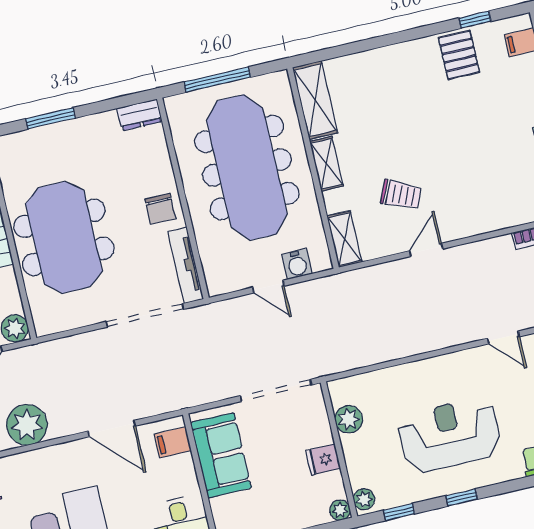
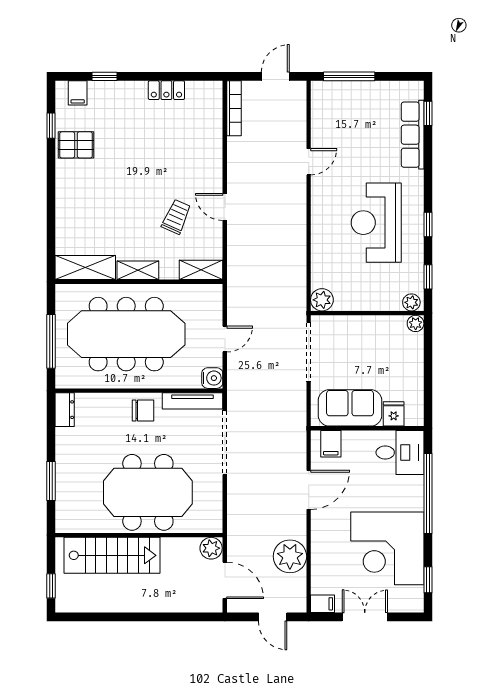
water cooler: (297, 264) -> (212, 378), moved
plant: (349, 419) -> (322, 300), moved
fridge: (323, 460) -> (394, 414), moved, turned 180

